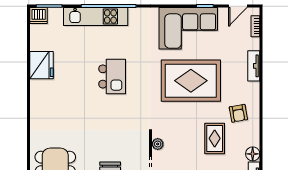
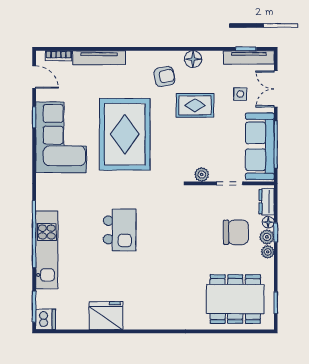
tv unit: (254, 66) -> (99, 58), width x1.41
kitchen island: (112, 76) -> (120, 230), turned 90
floor lamp: (253, 154) -> (193, 59), moved

